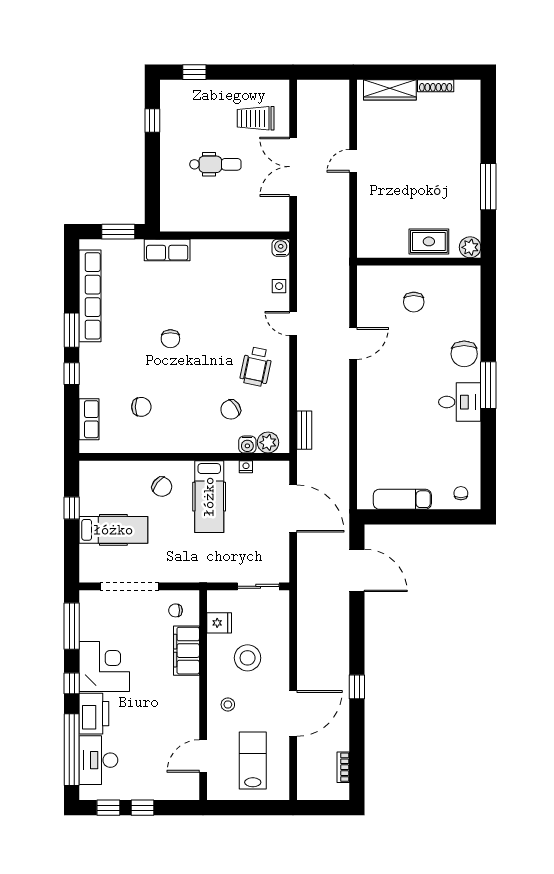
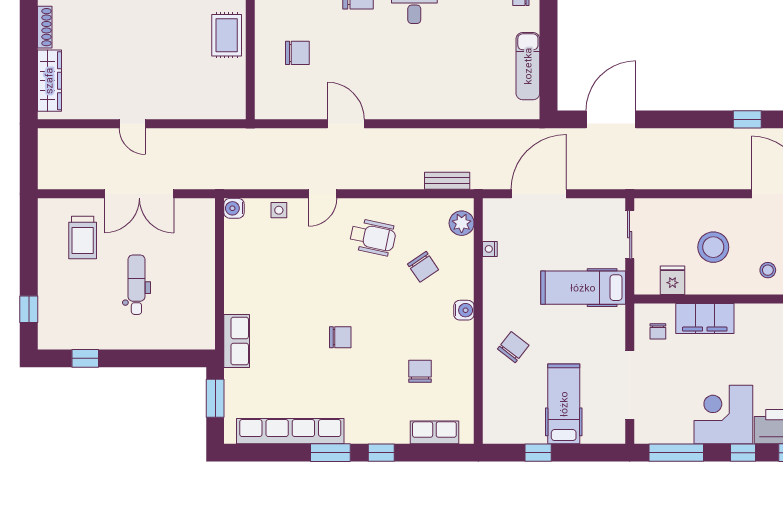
water cooler: (247, 445) -> (464, 310), moved
hospital bed: (209, 497) -> (583, 288), moved, turned 180

